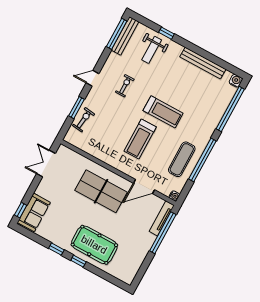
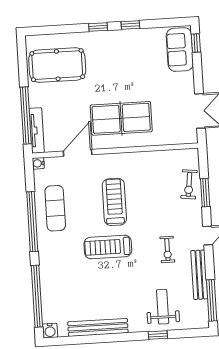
bench: (125, 36) -> (199, 275), moved
pool table: (94, 245) -> (57, 65), moved

